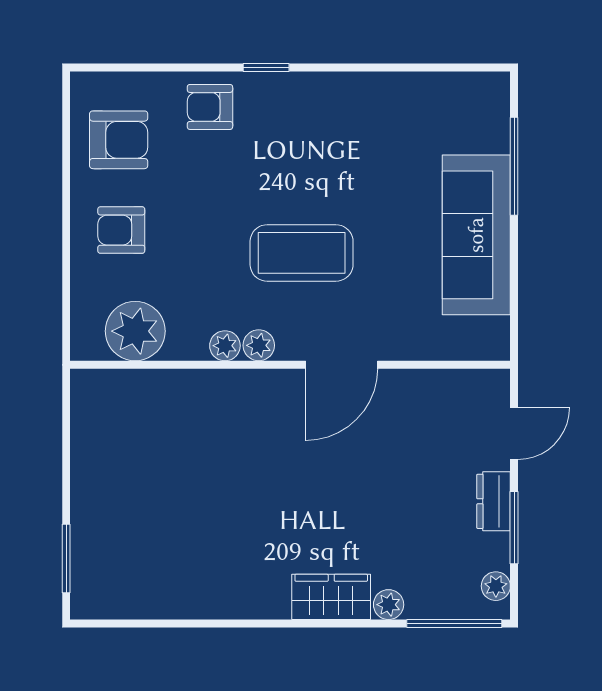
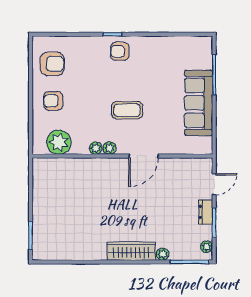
armchair: (210, 107) -> (120, 51), moved
coffee table: (302, 253) -> (127, 110), width x0.73, depth x0.76
wardrobe: (331, 597) -> (131, 251), width x1.50

